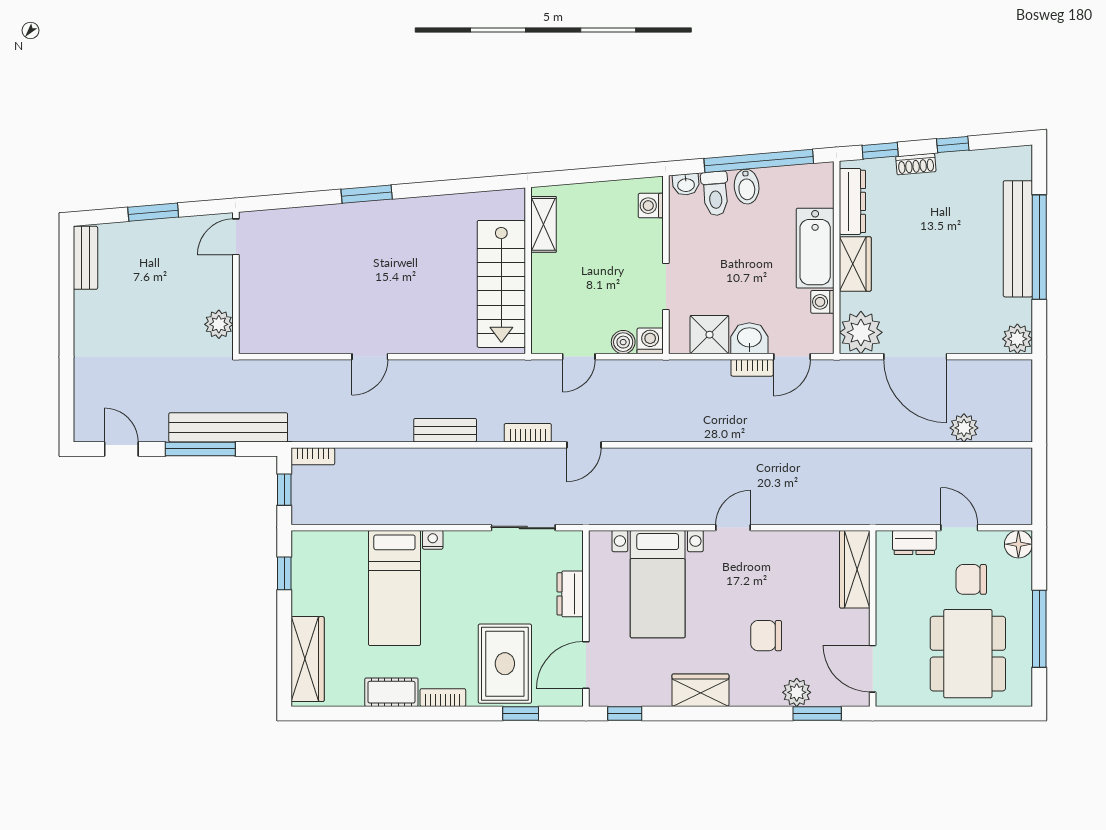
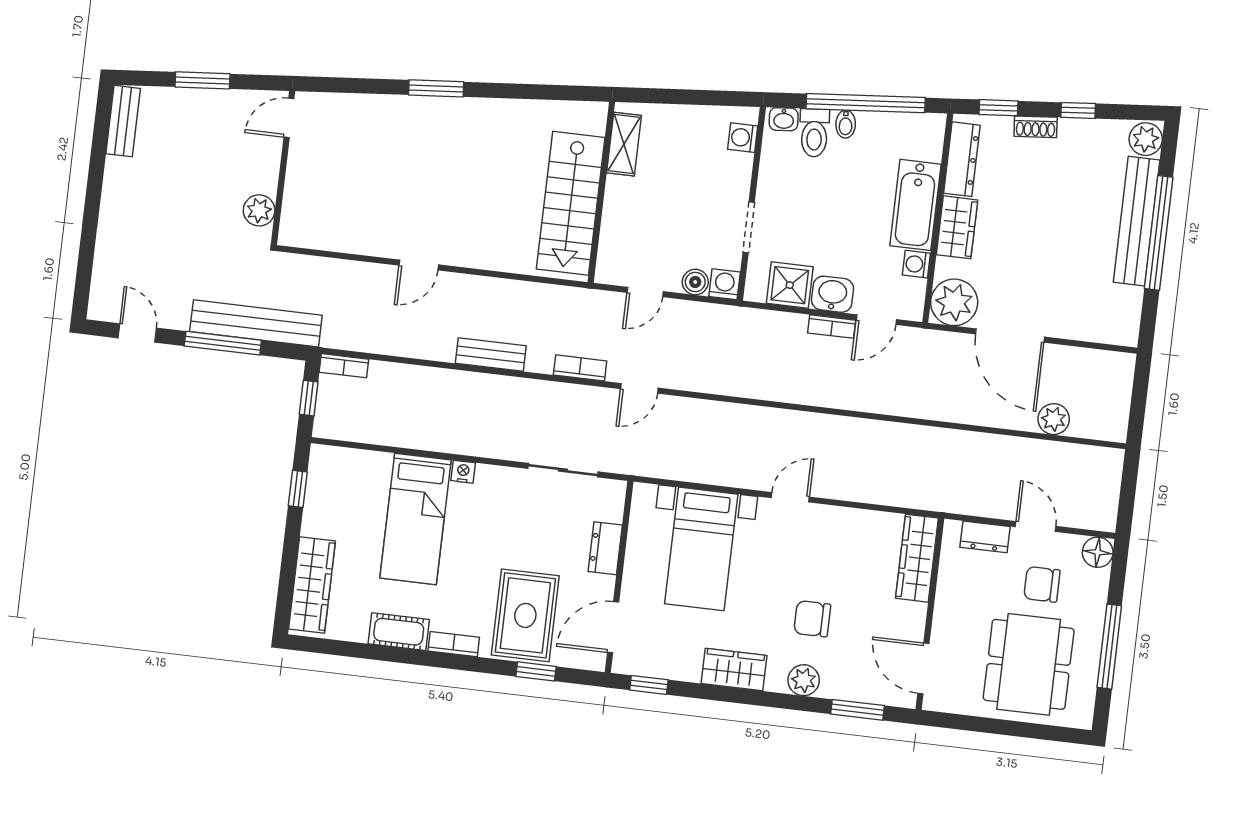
bidet: (747, 187) -> (846, 124), width x0.72, depth x0.74
plant: (1017, 339) -> (1146, 139), moved
plant: (797, 692) -> (804, 680), moved

